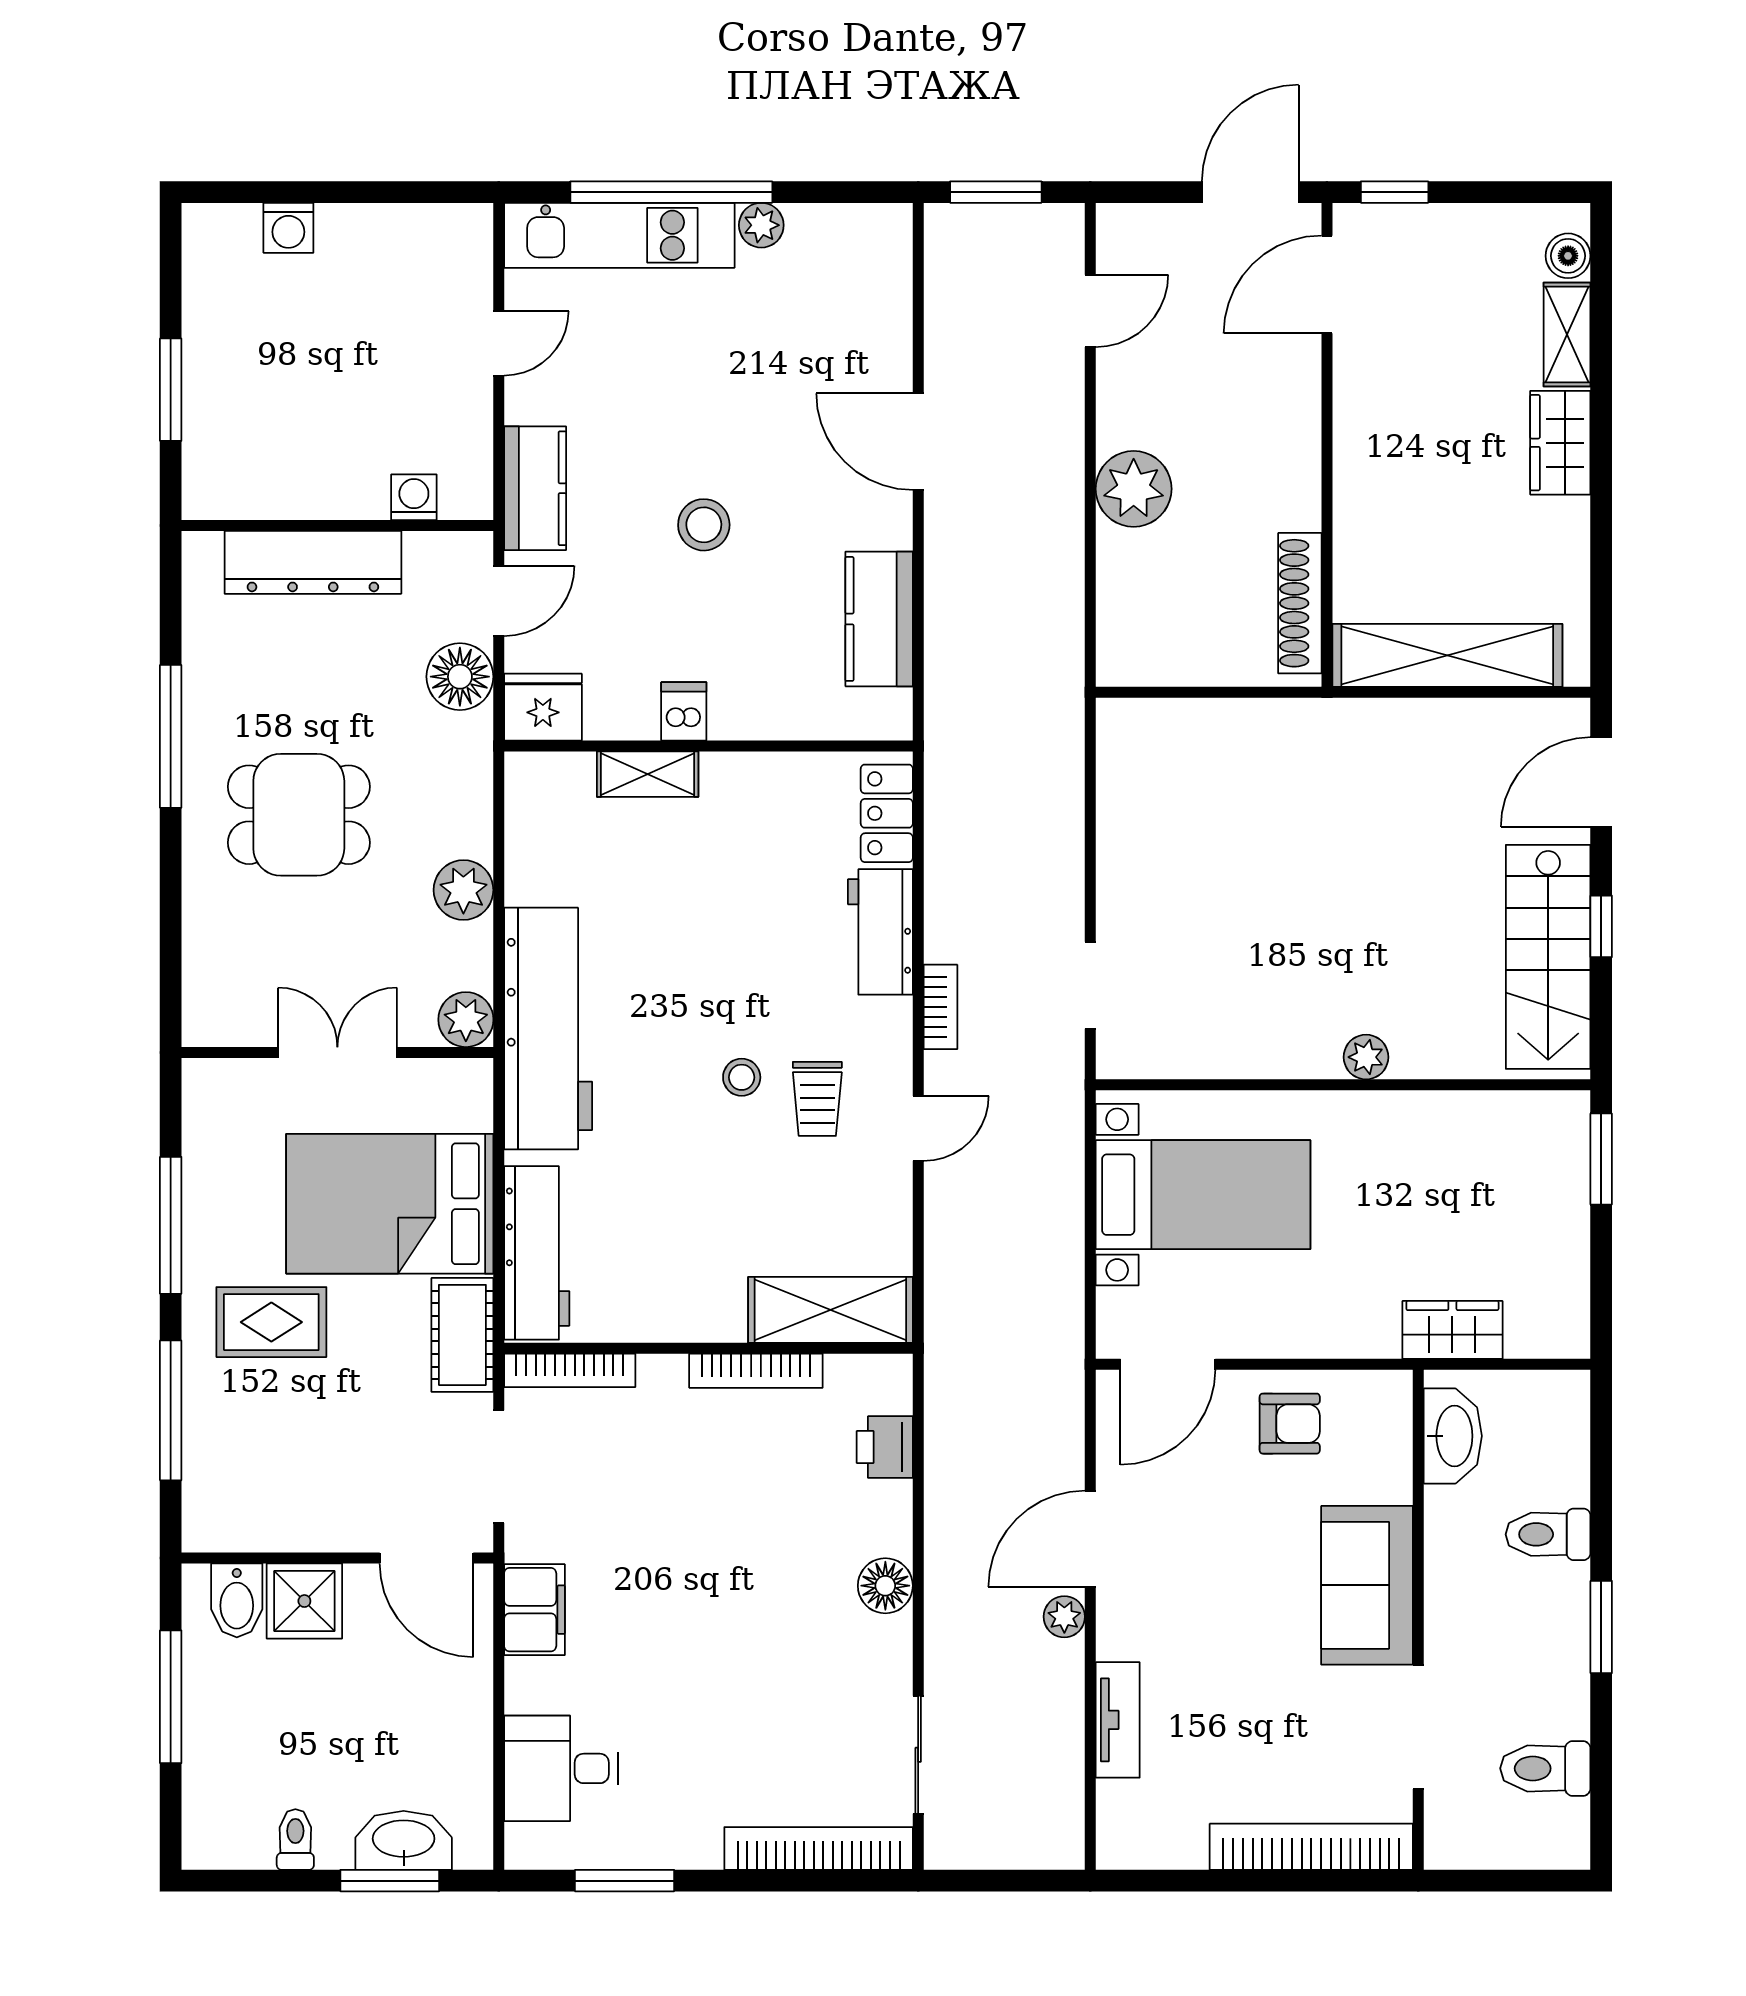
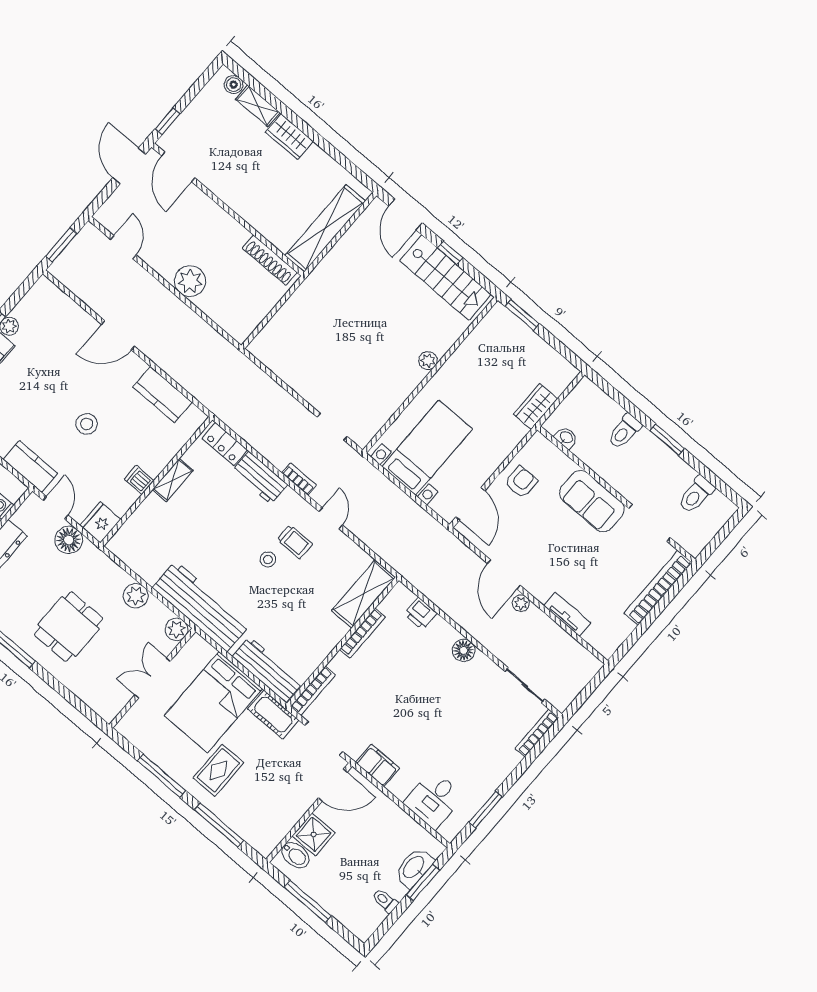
shelving: (648, 774) -> (173, 480), moved
washbasin: (1453, 1436) -> (566, 437), width x0.52, depth x0.69
bookcase: (819, 1848) -> (537, 733), width x0.68, depth x0.76

